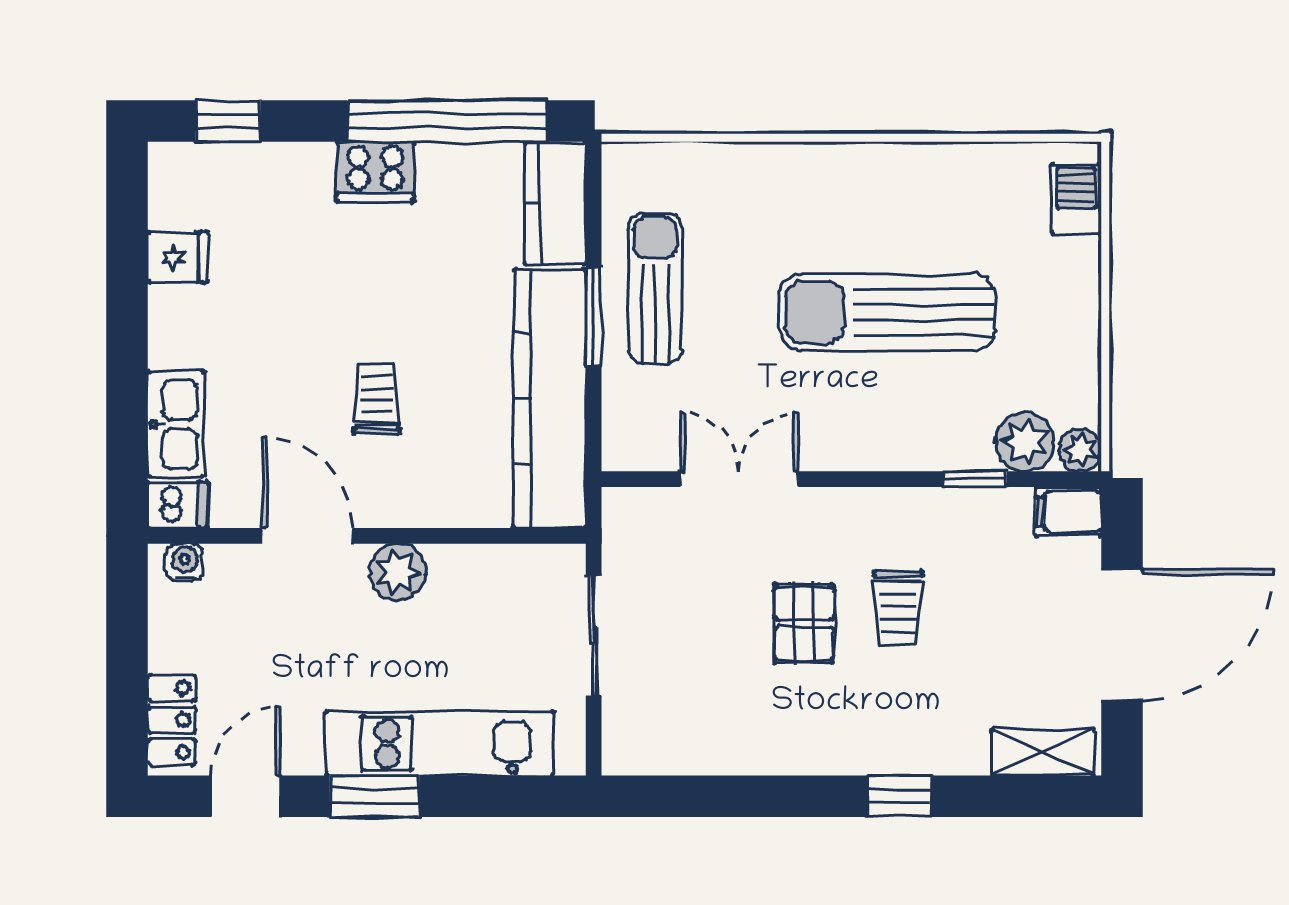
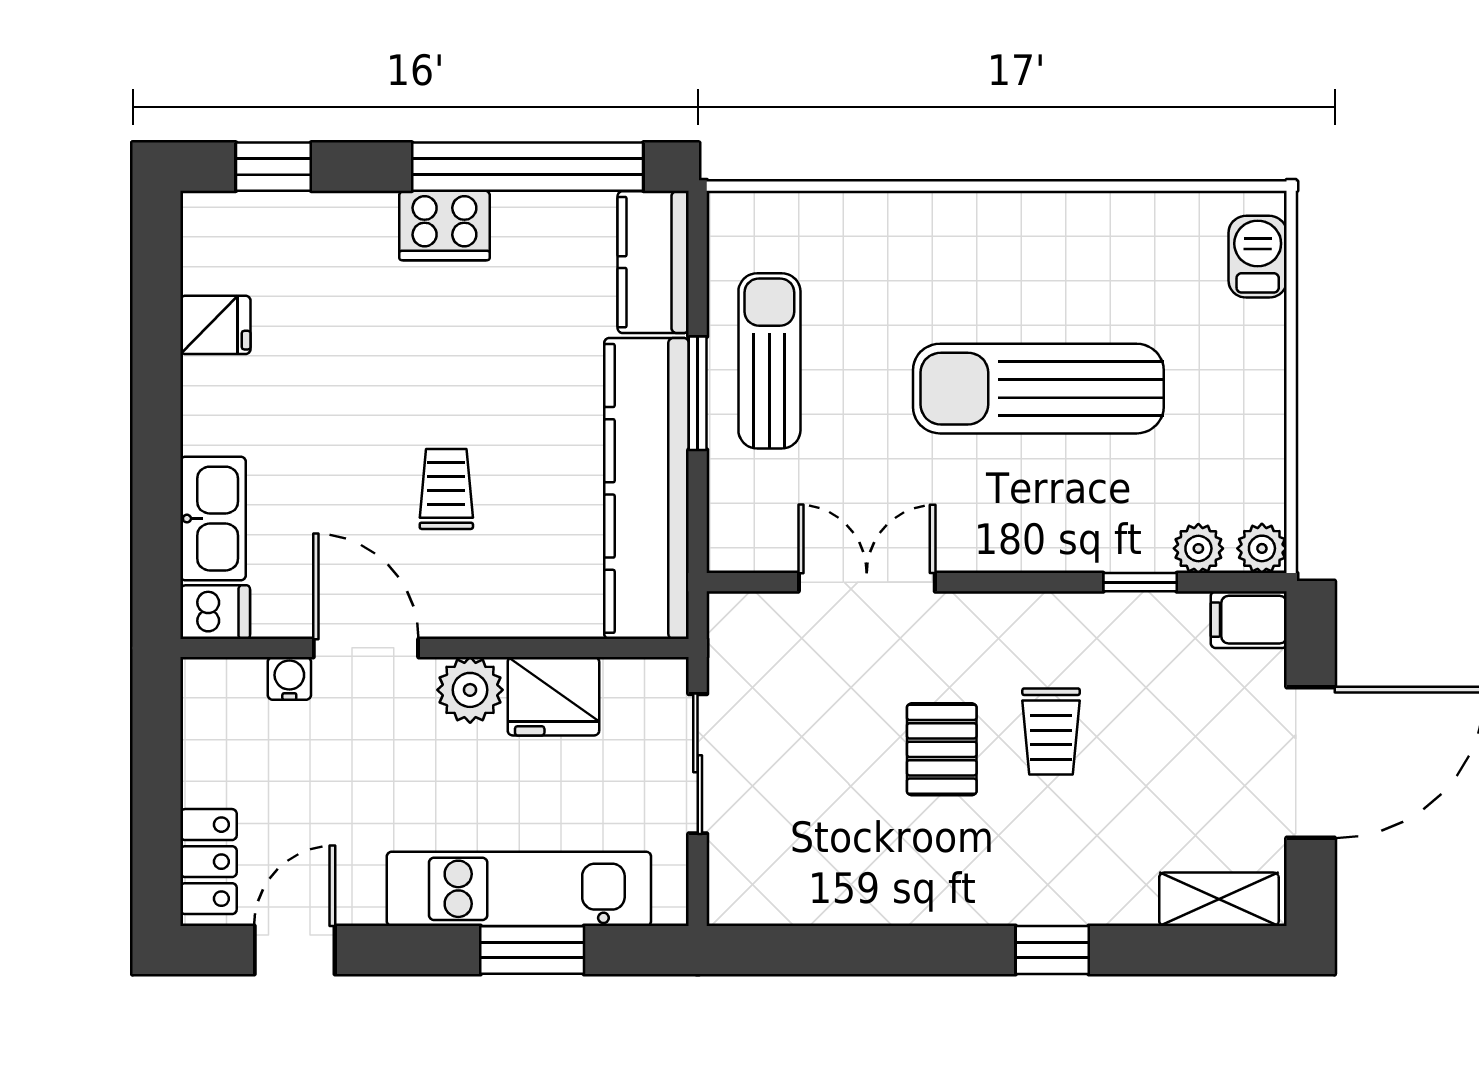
plant: (1025, 442) -> (1198, 548), width x0.73, depth x0.73
water cooler: (184, 562) -> (289, 678), moved
fridge: (469, 578) -> (553, 696), added
window: (375, 796) -> (532, 950), moved

